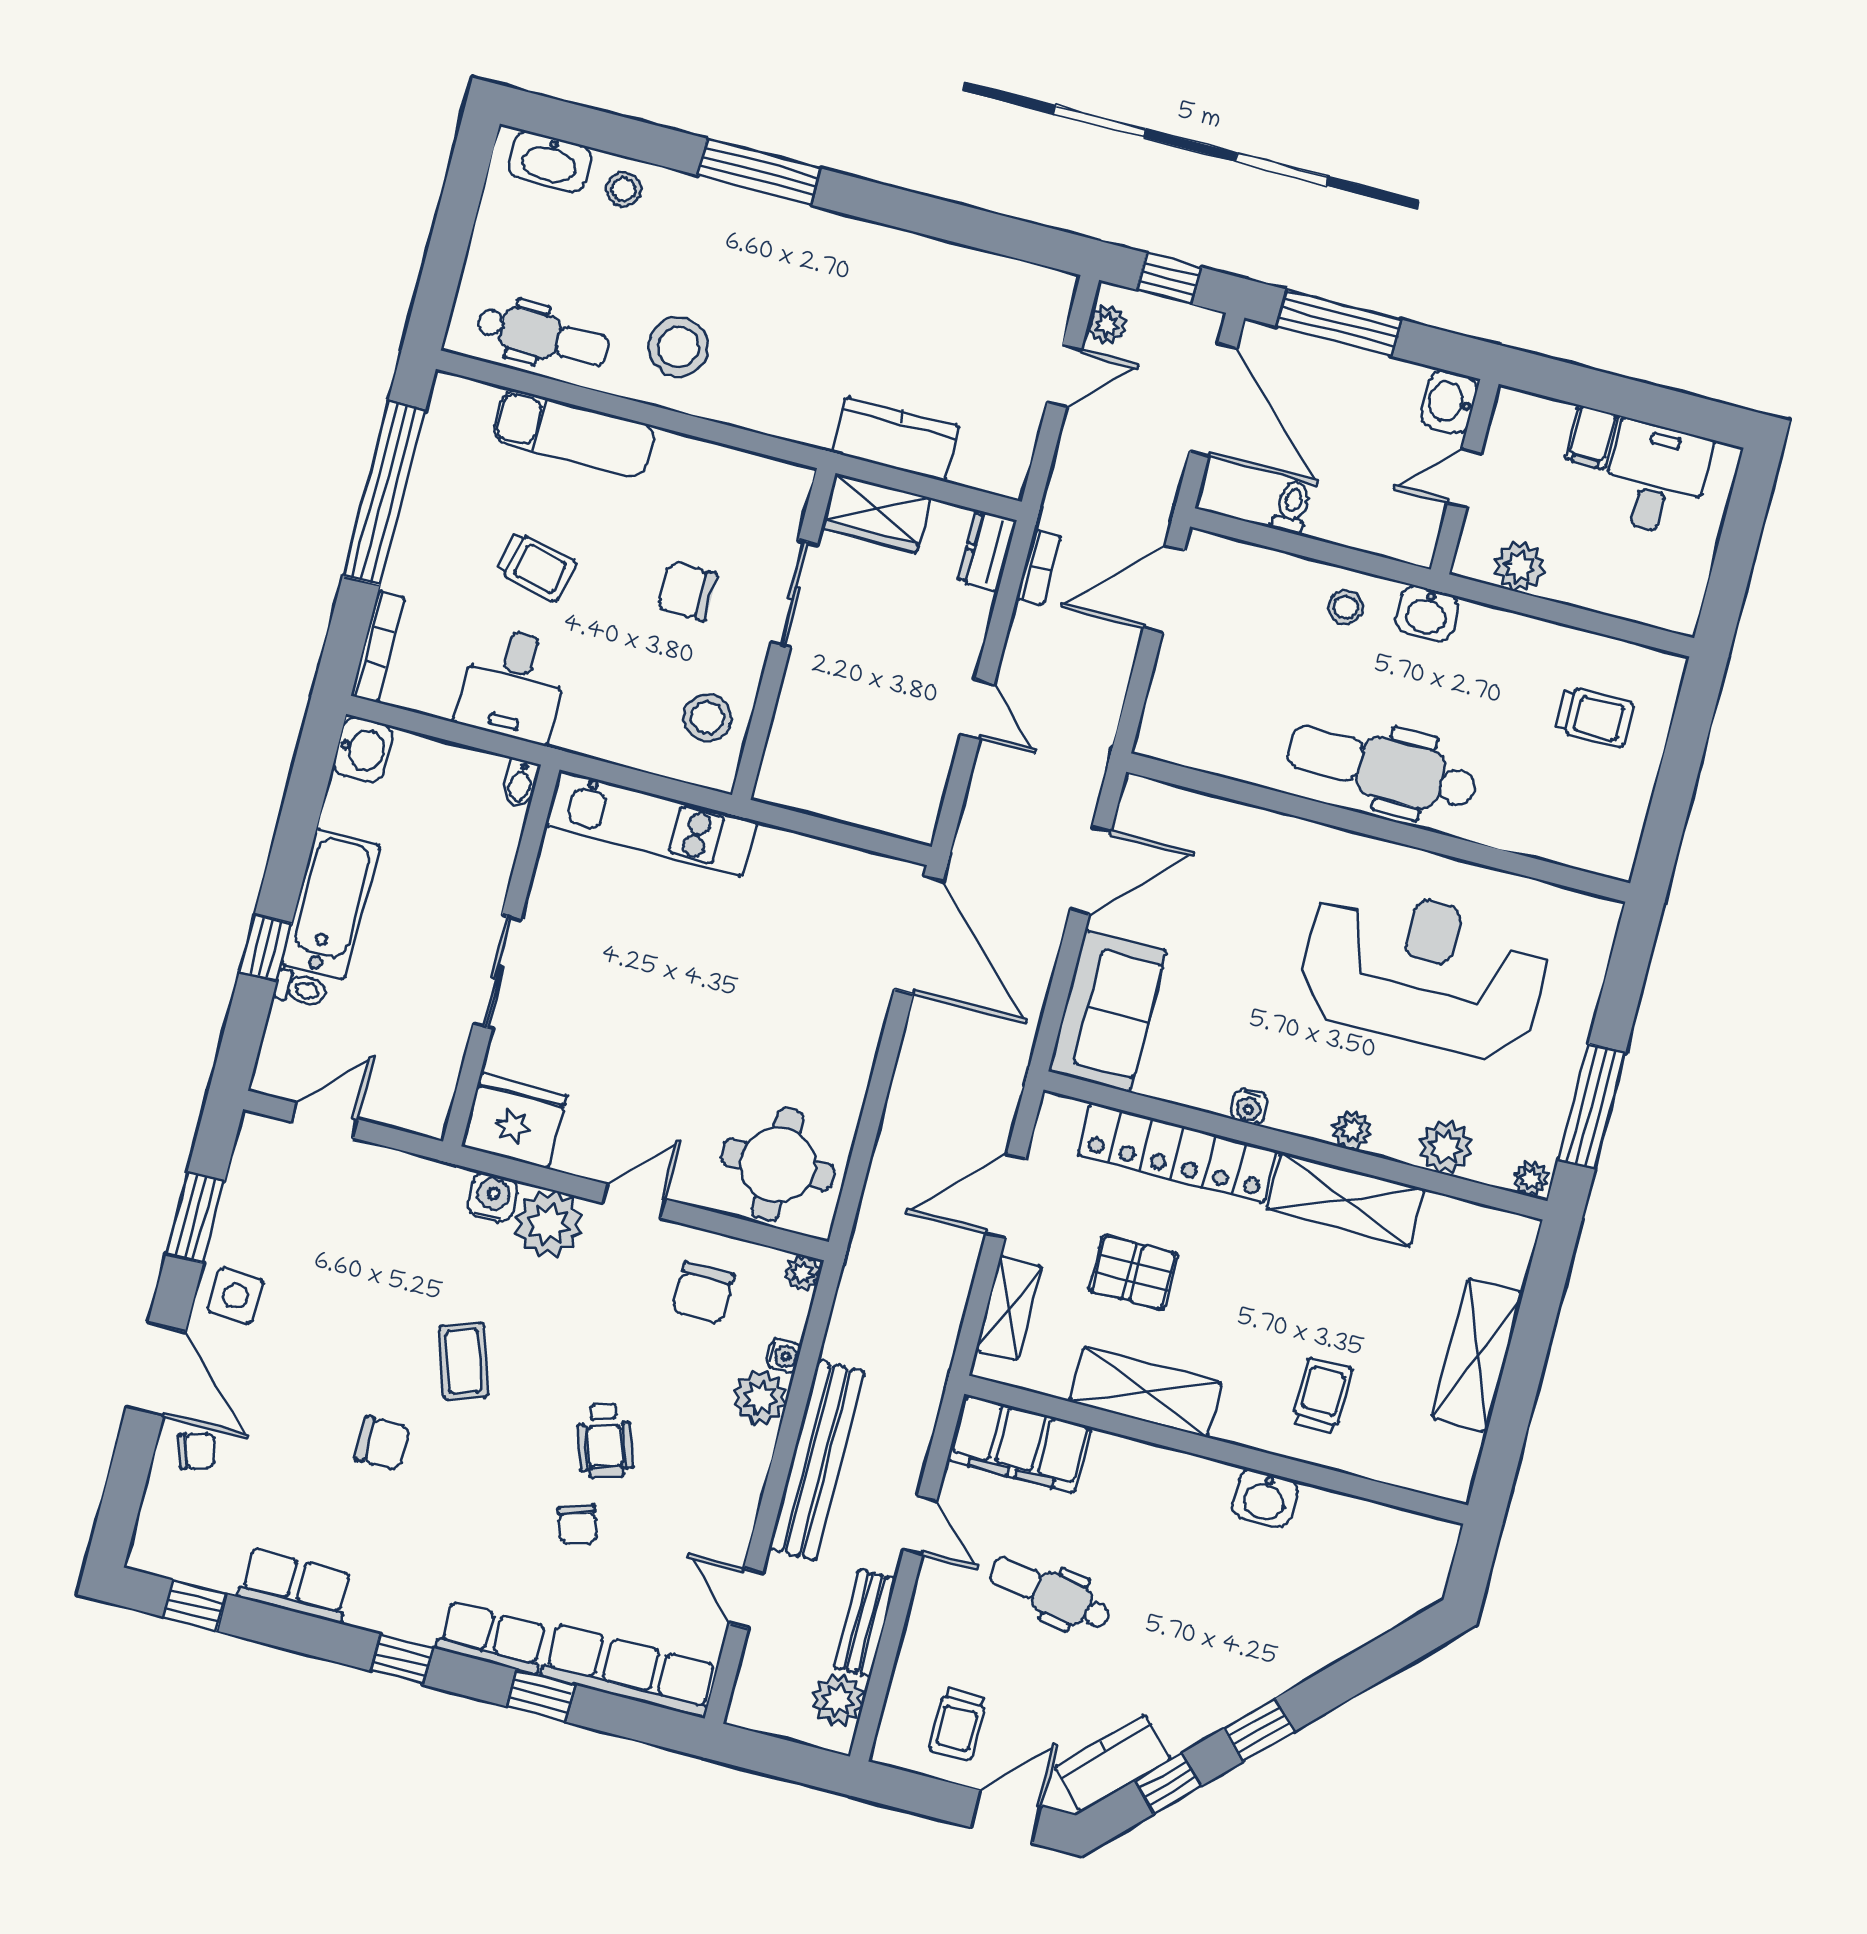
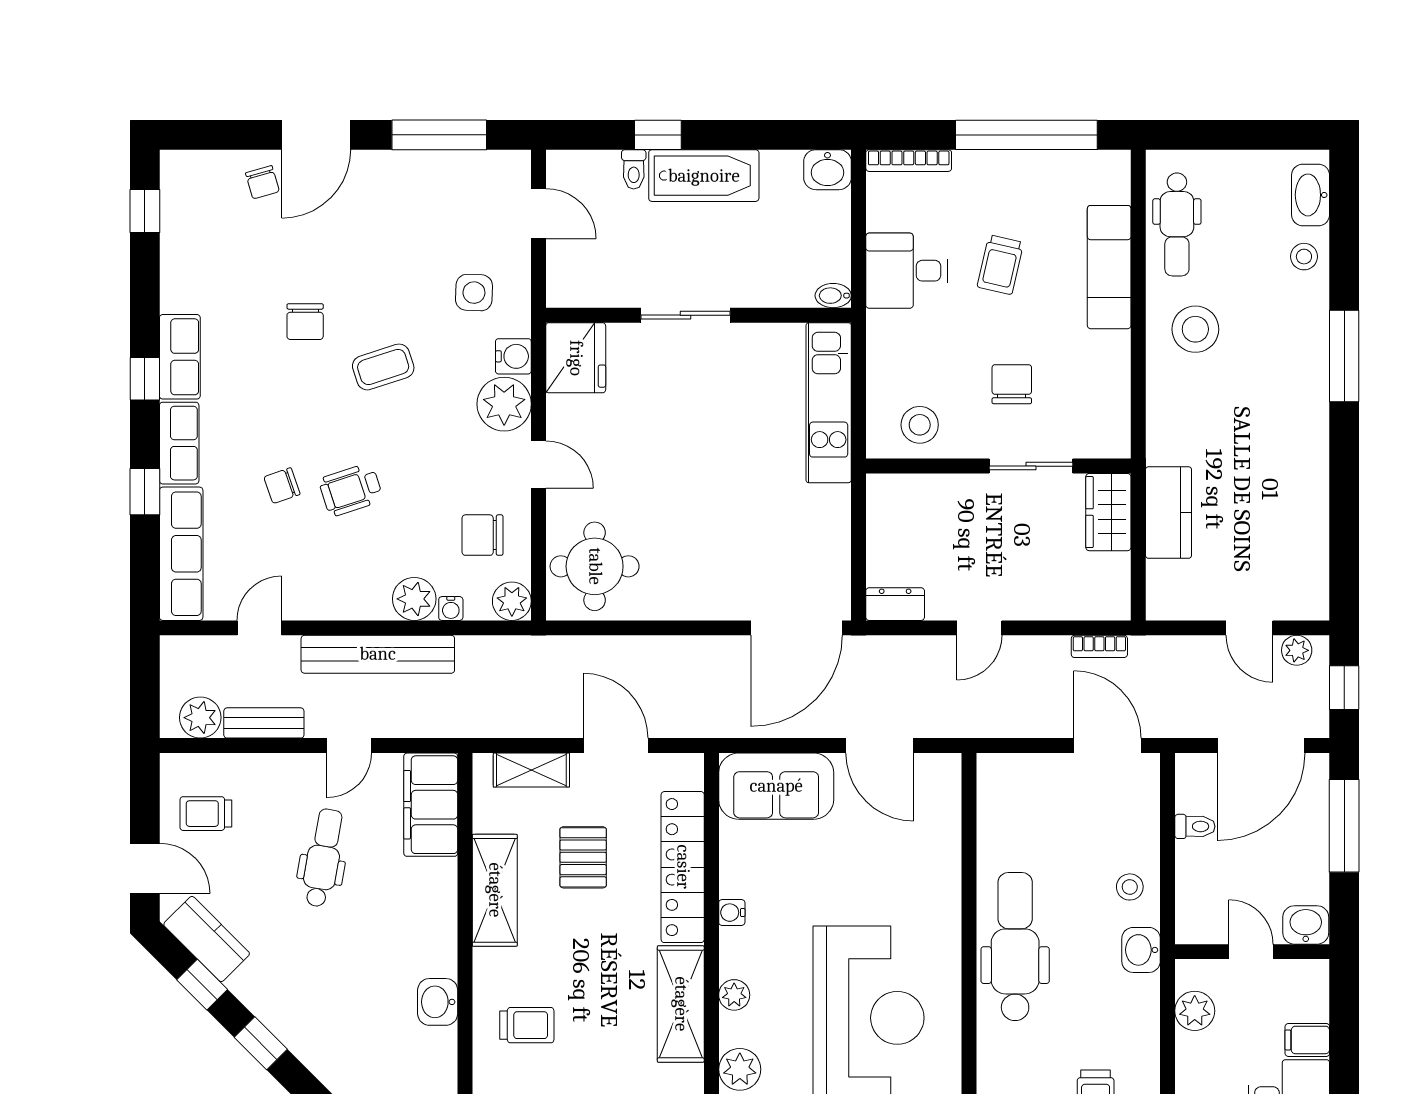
dresser: (987, 551) -> (895, 604), moved
window: (195, 1218) -> (439, 135), width x1.44
plant: (802, 1273) -> (512, 601), width x1.38, depth x1.38
side table: (235, 1296) -> (474, 293), moved
row of seats: (295, 1586) -> (180, 357), moved

